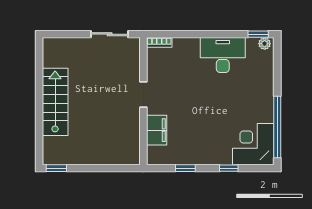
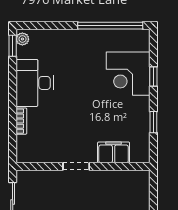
bookcase: (159, 42) -> (21, 121), moved
corner desk: (253, 144) -> (128, 74), moved

